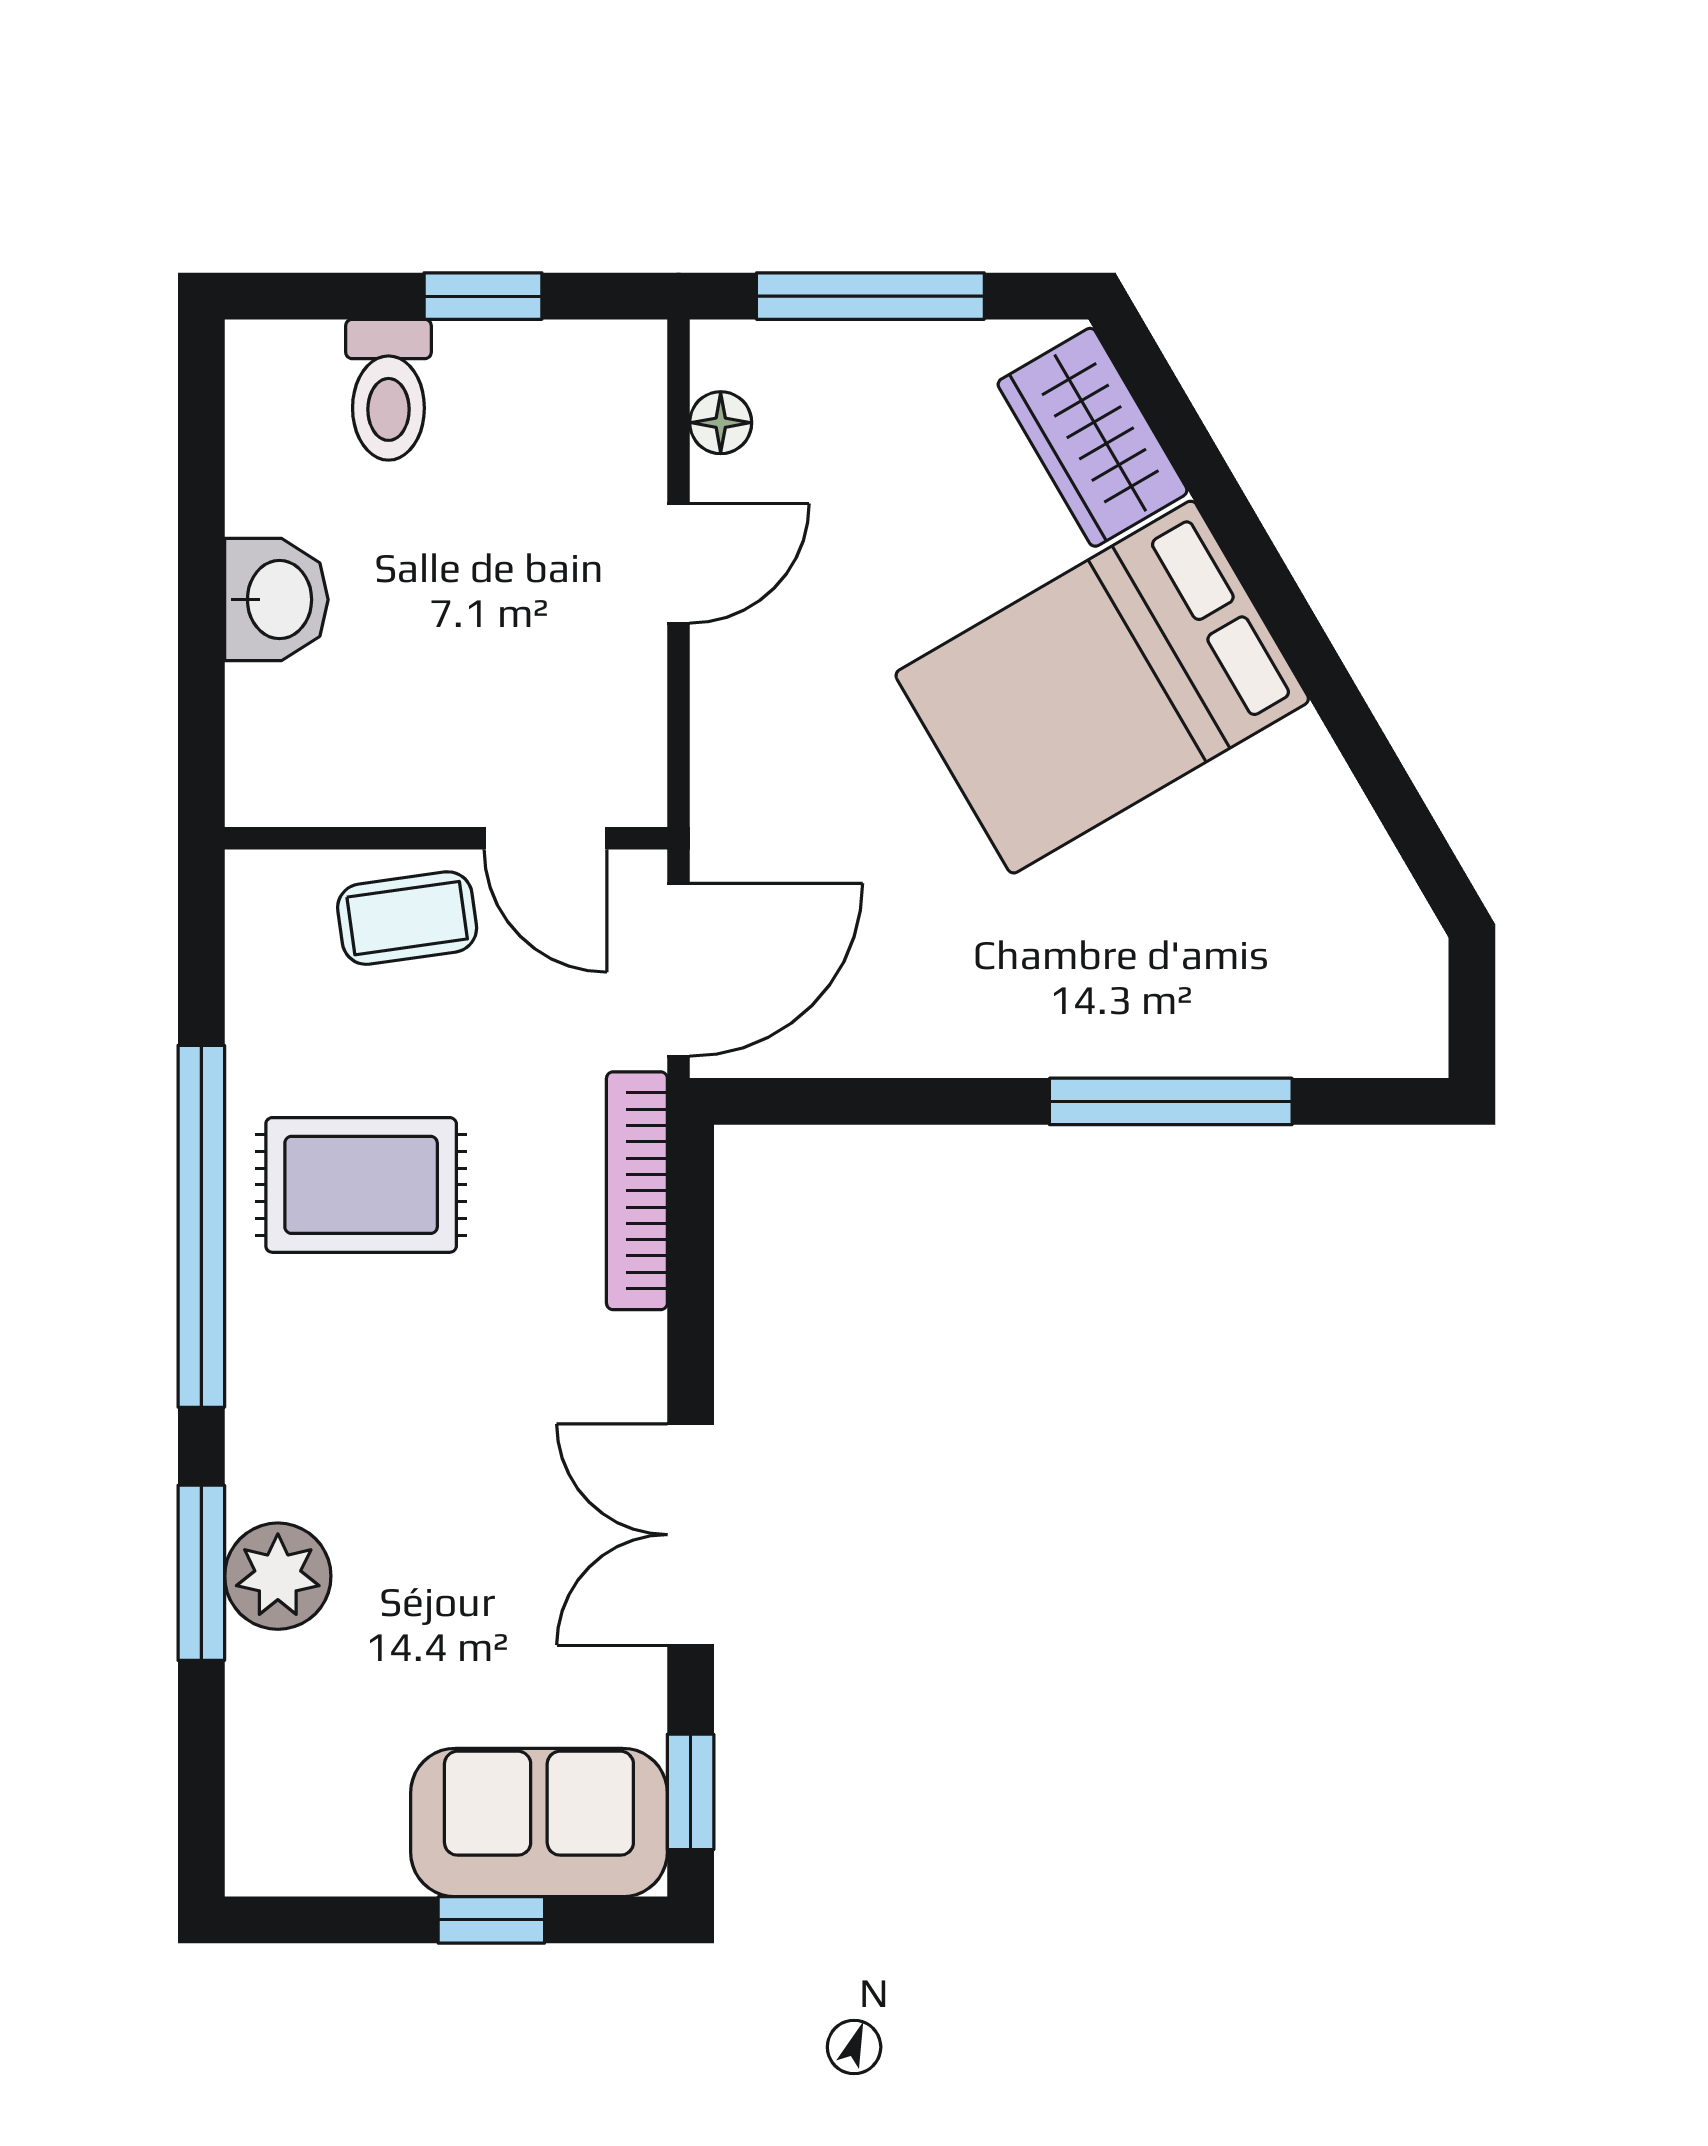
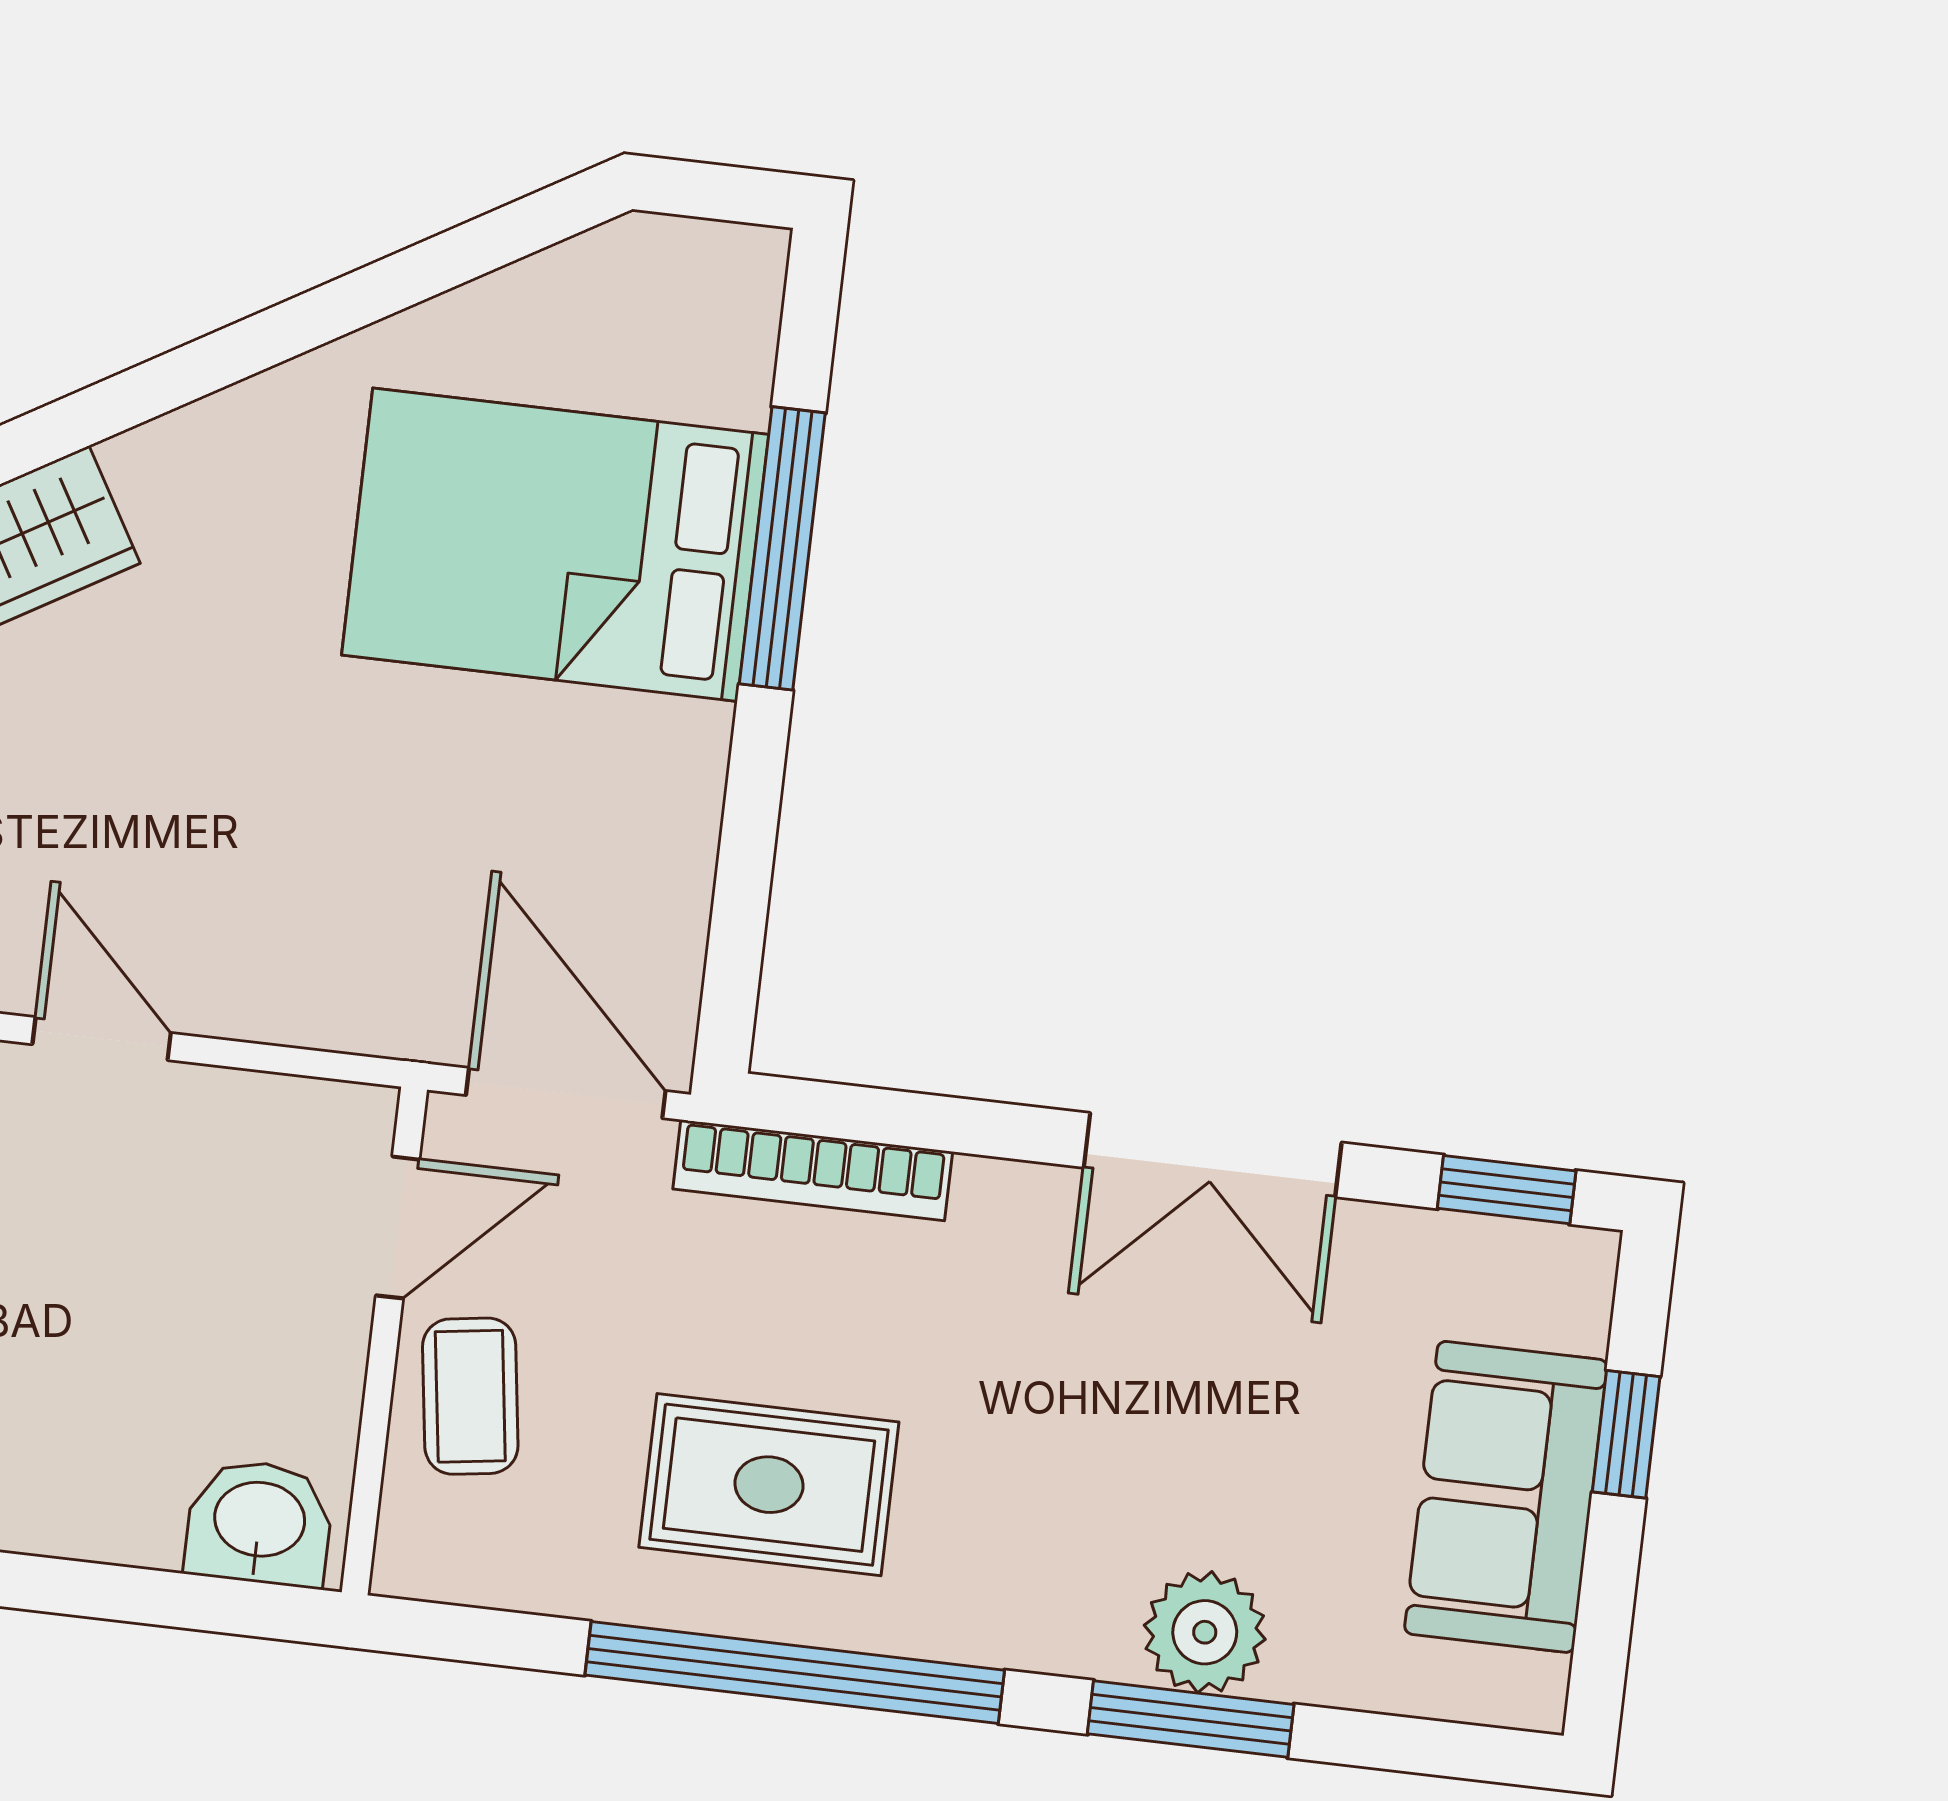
washbasin: (276, 600) -> (259, 1523), moved
bed: (1102, 687) -> (555, 545), moved, turned 120
rug: (361, 1185) -> (769, 1485), turned 90
sofa: (539, 1822) -> (1506, 1497), moved

